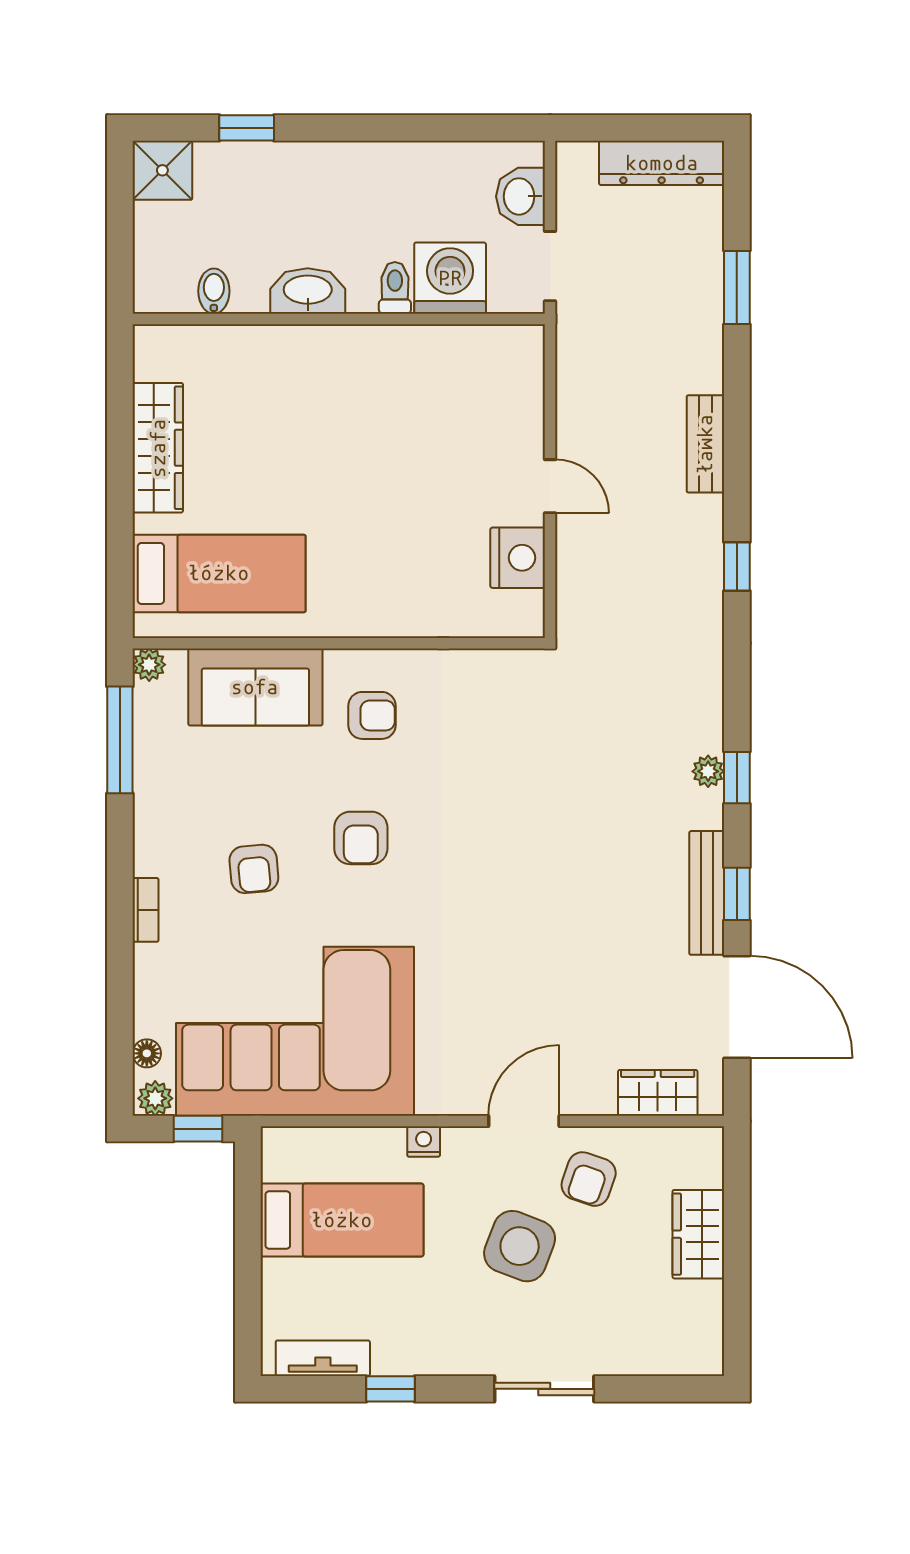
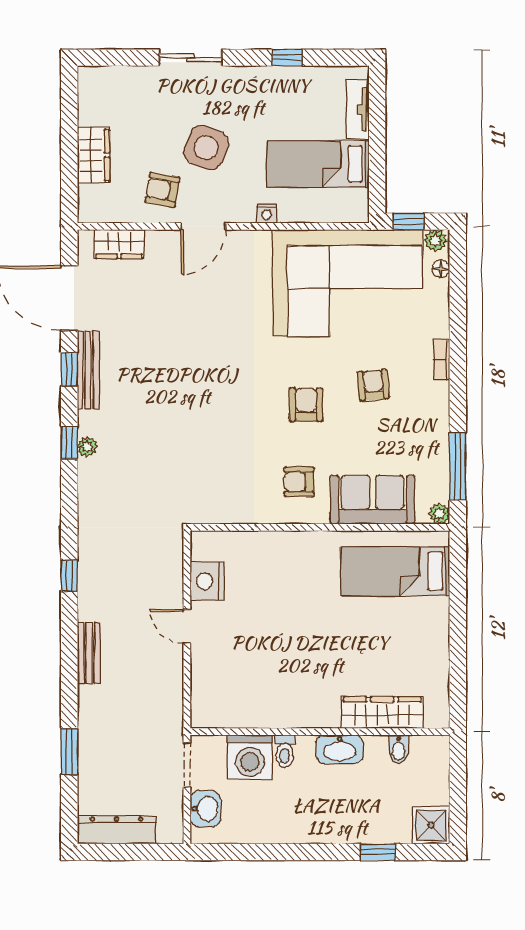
wardrobe: (158, 448) -> (382, 713), moved, turned 90
armchair: (589, 1179) -> (163, 190), turned -99
tv unit: (323, 1358) -> (358, 109), moved, turned 90

